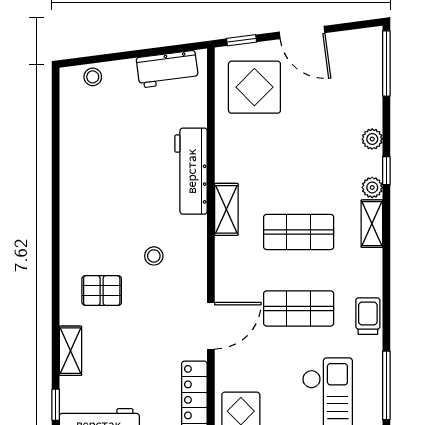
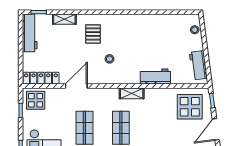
workbench: (191, 171) -> (155, 77), width x0.73
door: (211, 326) -> (76, 86), swing flipped

